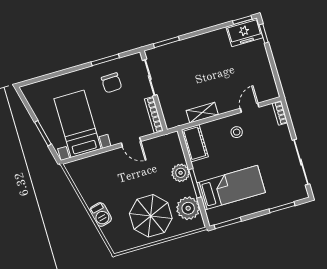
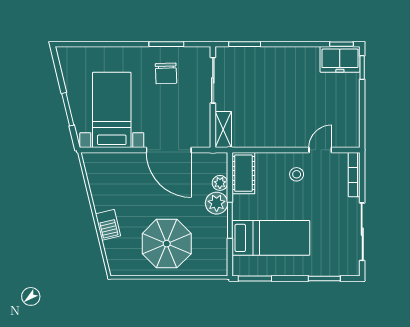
shelving: (202, 113) -> (223, 130), moved, turned 90
bookcase: (280, 113) -> (354, 175), width x1.56
bookcase: (154, 115) -> (205, 126), removed
door: (131, 142) -> (169, 150), width x1.88
plant: (188, 208) -> (220, 183), moved, width x0.53, depth x0.53

